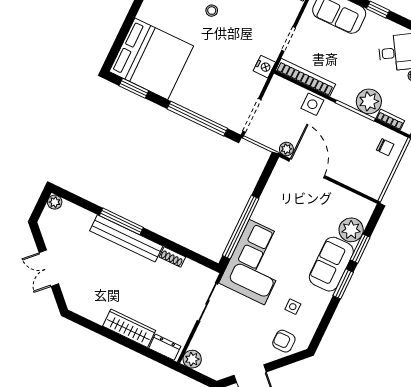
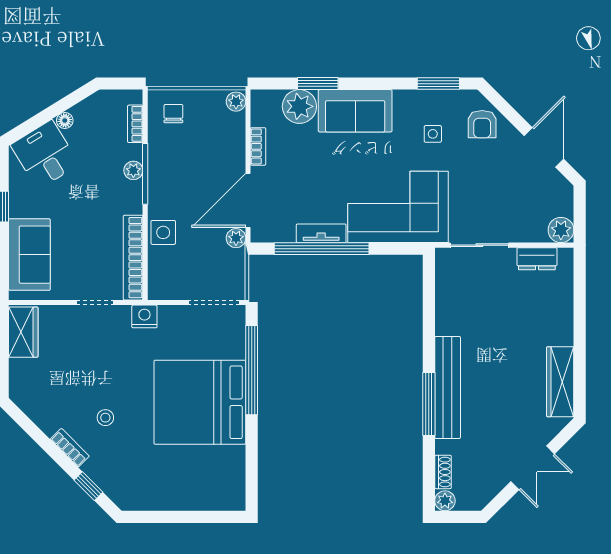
bed: (151, 59) -> (200, 402), moved, turned -90
window: (134, 88) -> (252, 469), removed
plant: (369, 101) -> (133, 170), width x0.53, depth x0.53
bookcase: (338, 191) -> (258, 146), added
plant: (374, 191) -> (236, 102), added
tv unit: (263, 205) -> (321, 233), added
window: (241, 227) -> (322, 249), moved
shoe rack: (172, 257) -> (443, 472), moved
window: (343, 284) -> (438, 84), moved
wardrobe: (129, 328) -> (560, 382), moved
dresser: (165, 347) -> (537, 259), moved, turned -90

